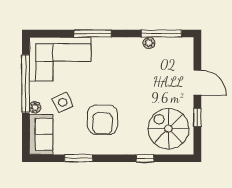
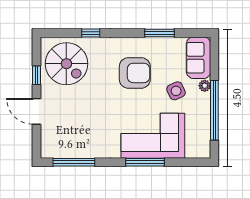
plant: (149, 43) -> (87, 152), removed
corner sofa: (60, 59) -> (153, 136), moved
armchair: (102, 120) -> (135, 73), turned 90

